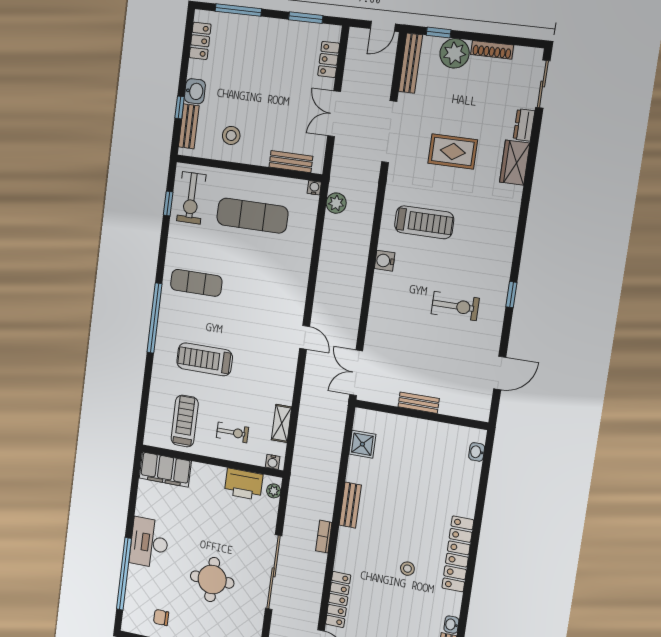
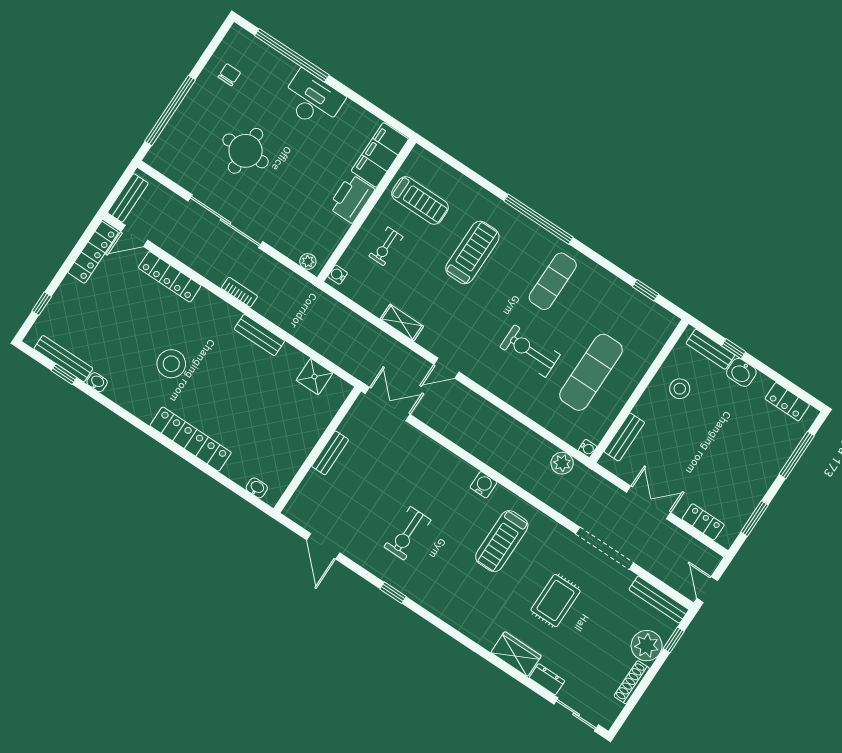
exercise bike: (191, 198) -> (530, 351), moved
shelving: (282, 423) -> (402, 323), moved
printer: (244, 484) -> (351, 198), moved
locker: (458, 554) -> (191, 439), moved
stool: (407, 569) -> (171, 364), width x1.89, depth x1.89

